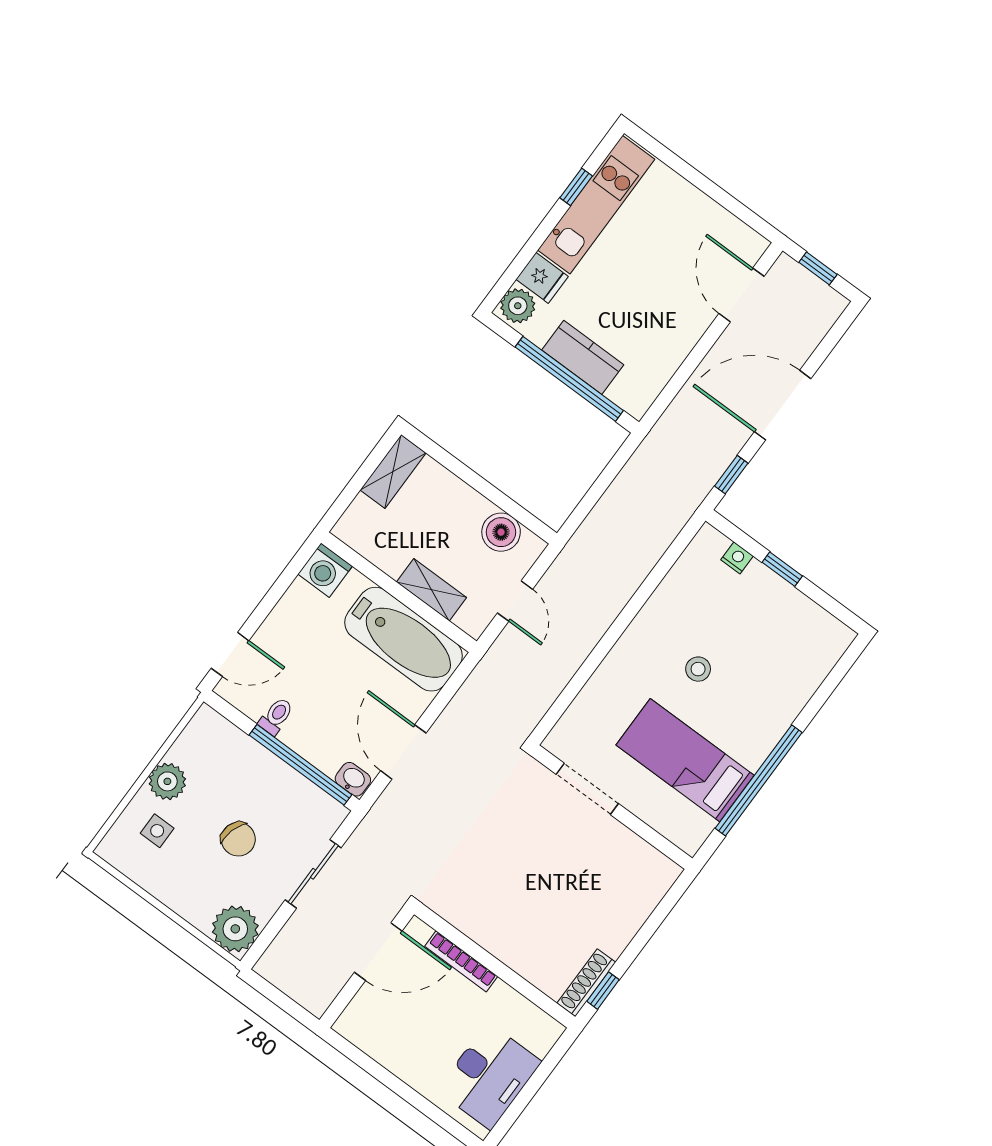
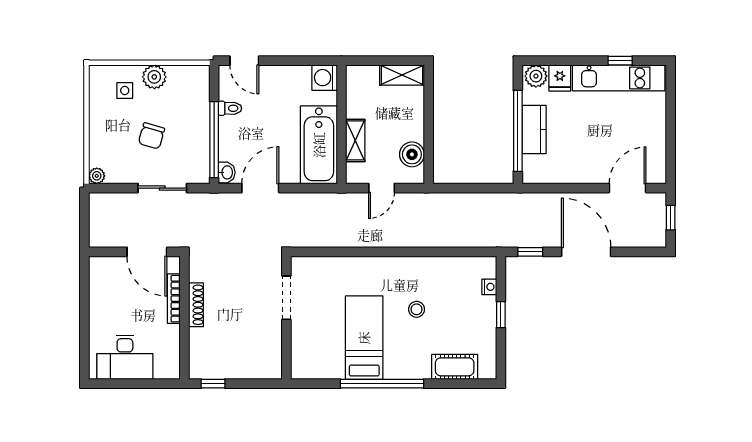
cot: (805, 675) -> (455, 367), added
doorway: (587, 789) -> (286, 298), moved
wall: (612, 807) -> (286, 318), moved
plant: (235, 929) -> (97, 176), width x0.53, depth x0.53
shoe rack: (586, 983) -> (196, 305), moved, turned 90

